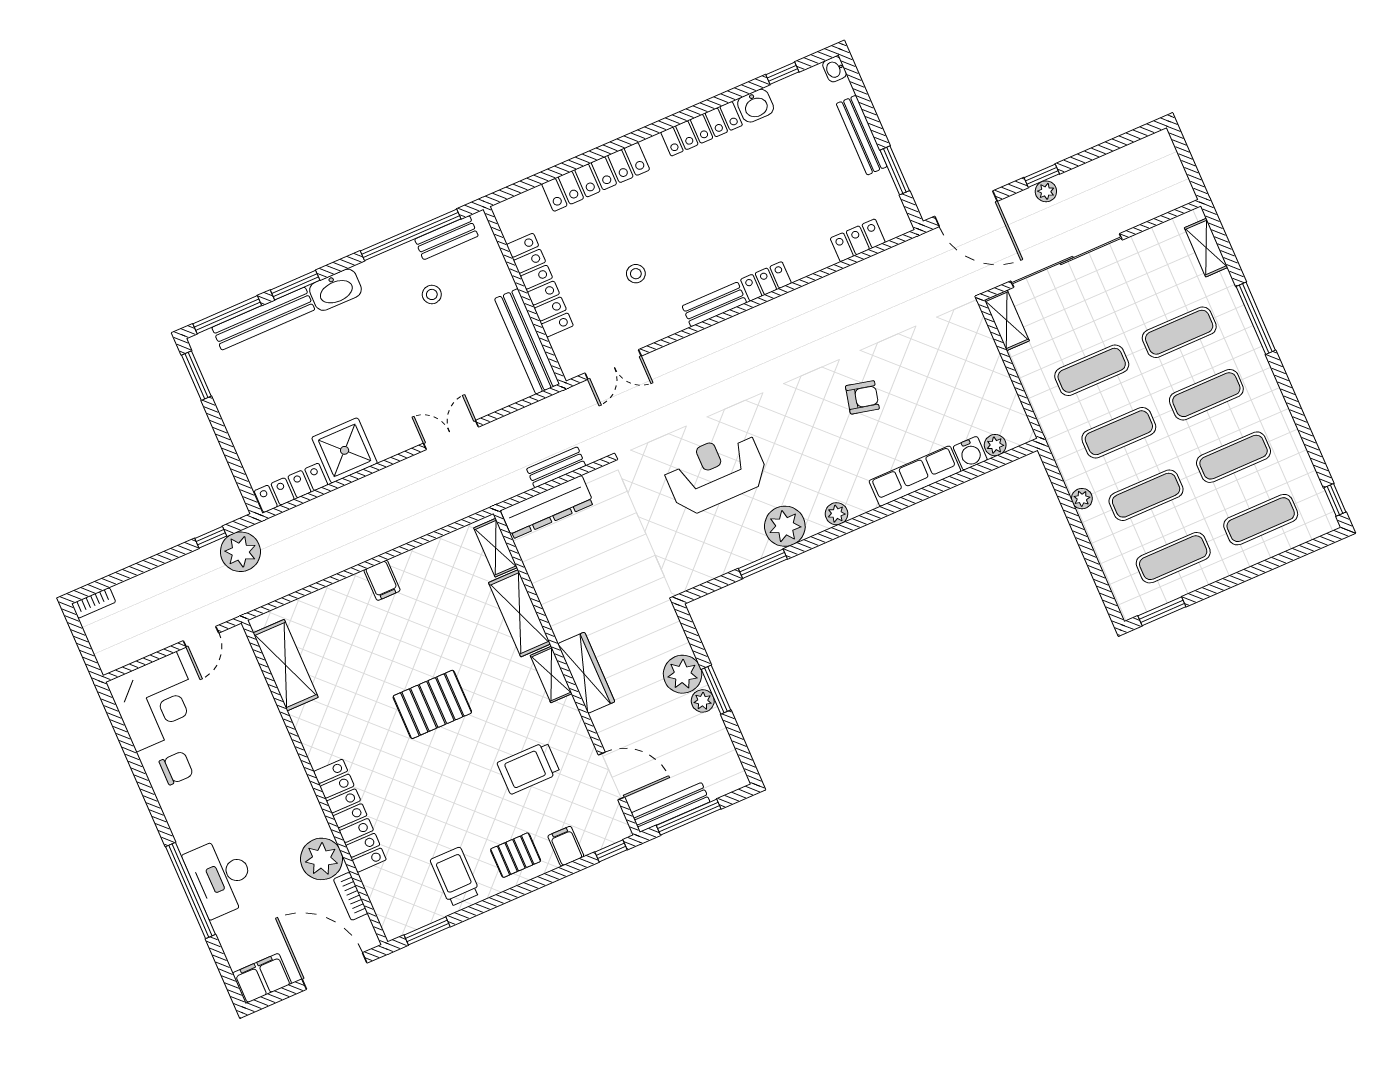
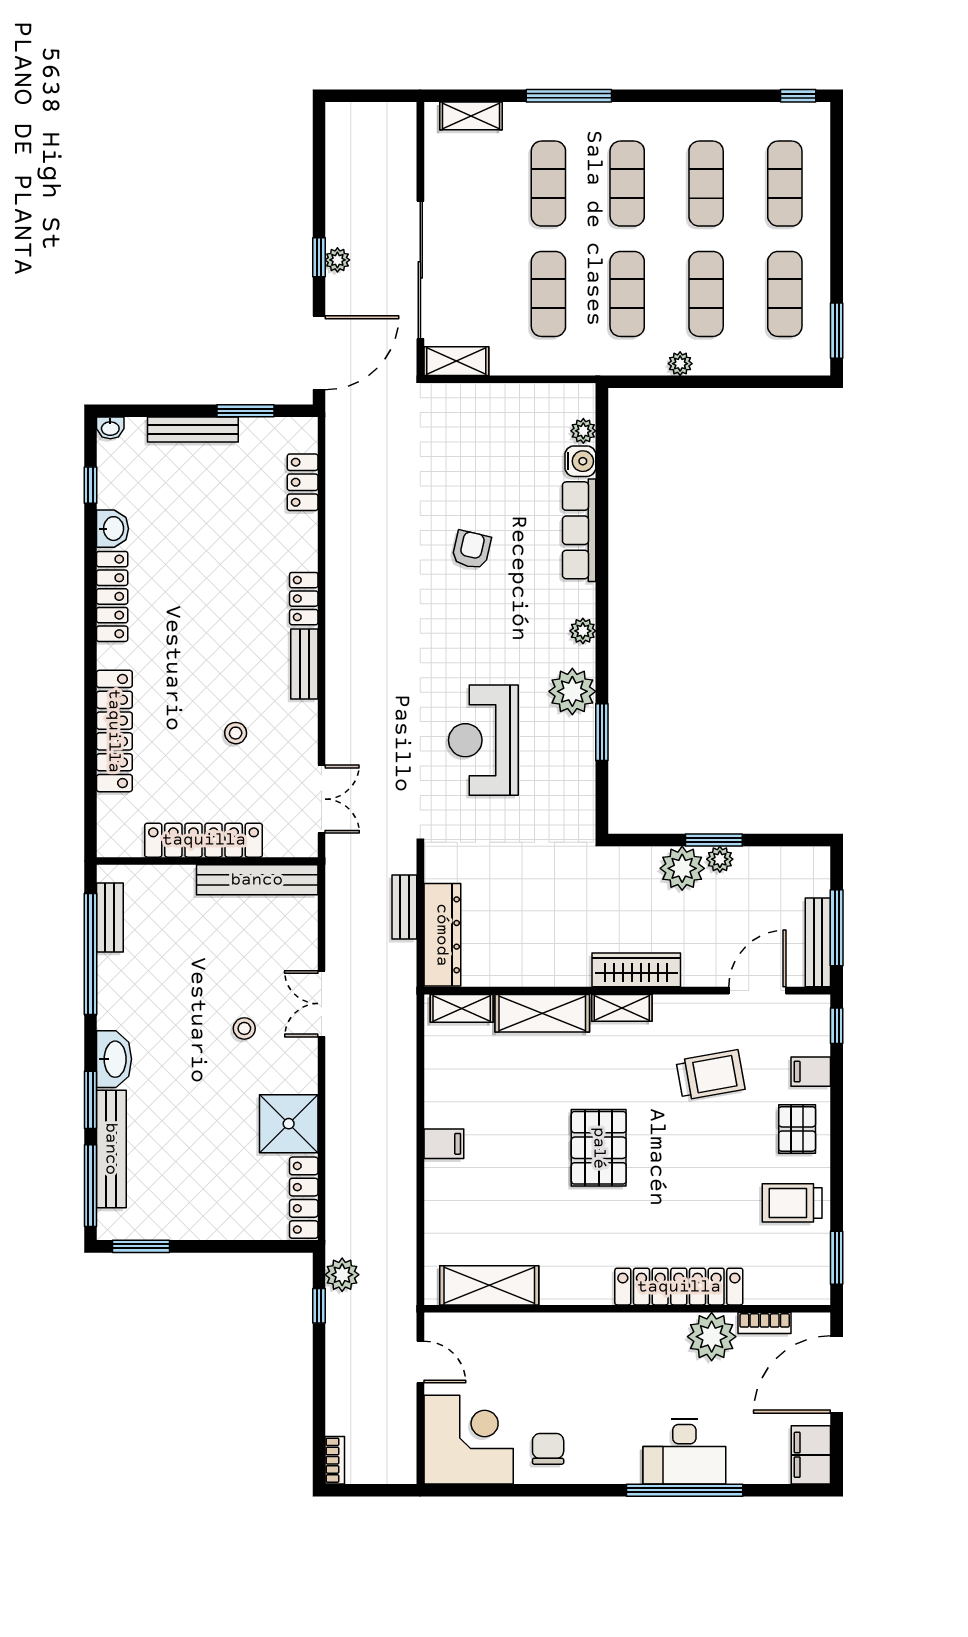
stool: (432, 294) -> (244, 1028), moved
plant: (240, 552) -> (342, 1275), width x0.73, depth x0.73
trolley: (529, 768) -> (710, 1075), turned -100

